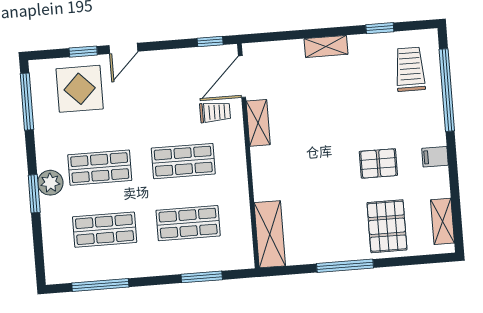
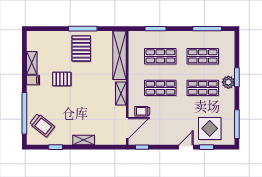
trolley: (410, 69) -> (42, 125), turned -52
shelving: (258, 123) -> (121, 93), moved
shelving: (442, 221) -> (32, 63), moved
pallet: (387, 226) -> (81, 48), moved
shelving: (270, 234) -> (119, 55), width x1.47

